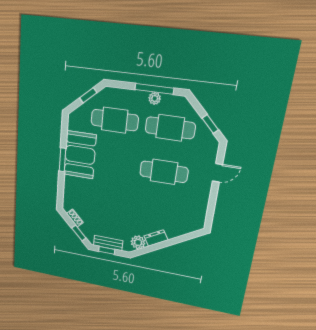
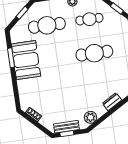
cafe table: (170, 128) -> (89, 19), width x0.73, depth x0.74
window: (63, 160) -> (11, 58), moved
window: (79, 233) -> (40, 126), removed
dresser: (156, 238) -> (112, 102), moved

